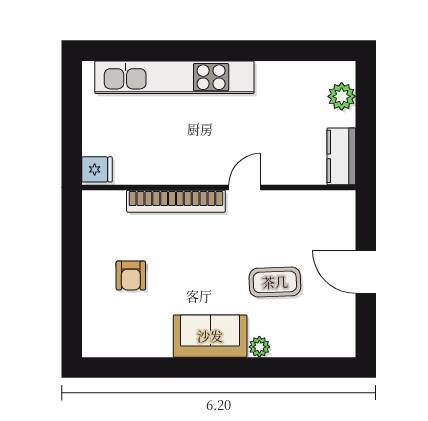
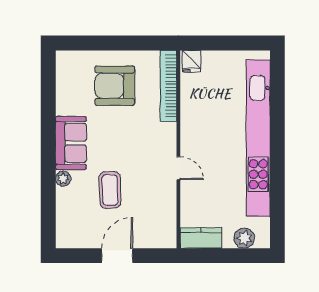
kitchen unit: (174, 77) -> (258, 138), width x1.36
bookcase: (176, 201) -> (168, 86), moved
armchair: (131, 275) -> (115, 86), width x1.88, depth x1.88

